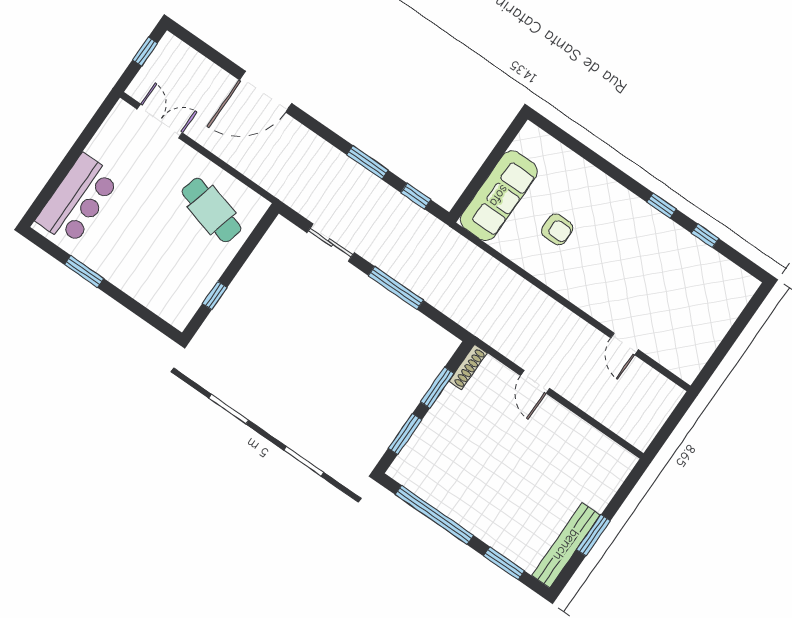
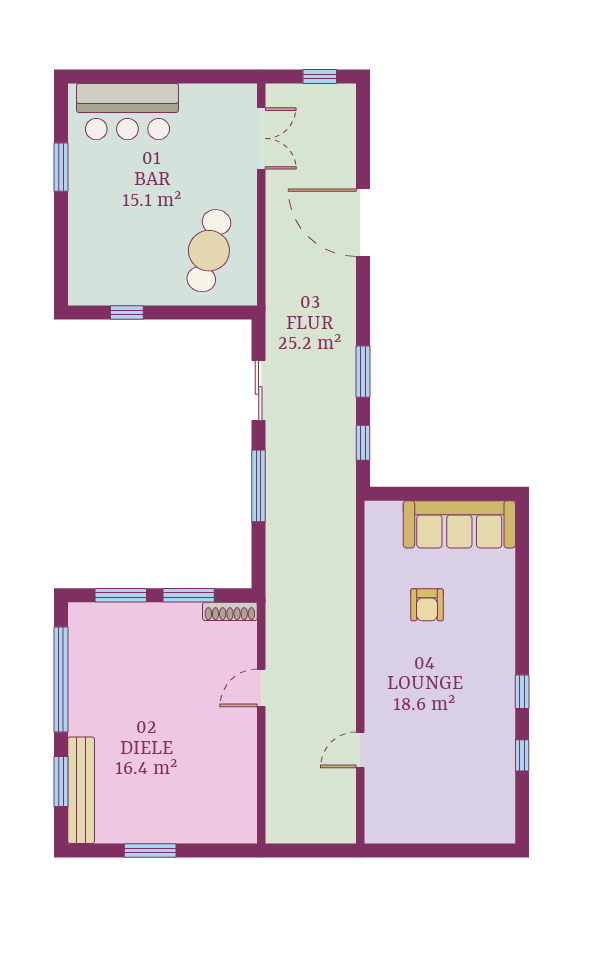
sofa: (499, 196) -> (459, 524), moved
bench: (566, 545) -> (81, 790), moved, turned 90

